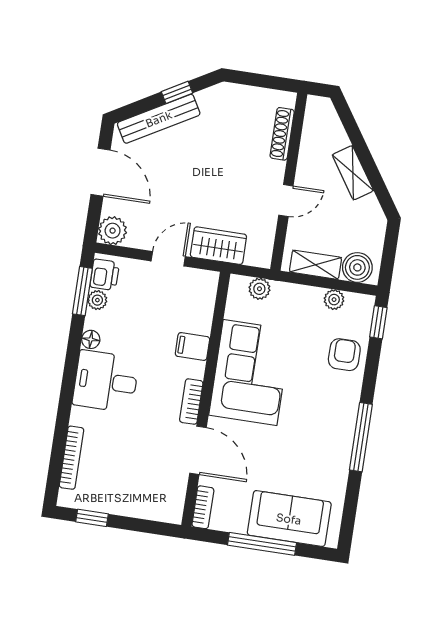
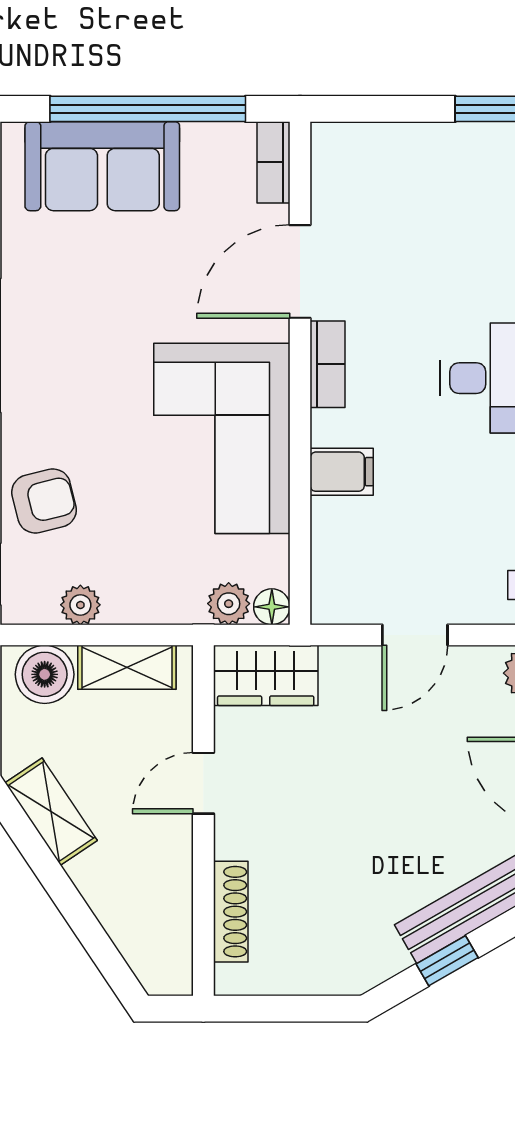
shelving: (353, 173) -> (51, 812), moved
wardrobe: (218, 246) -> (266, 675), moved
floor lamp: (238, 284) -> (272, 607), added
armchair: (344, 355) -> (44, 501), turned -104
door: (198, 450) -> (300, 271), hinge flipped
window: (262, 544) -> (148, 109), width x1.46

